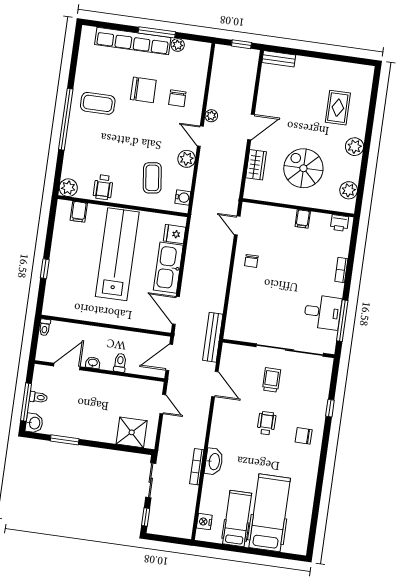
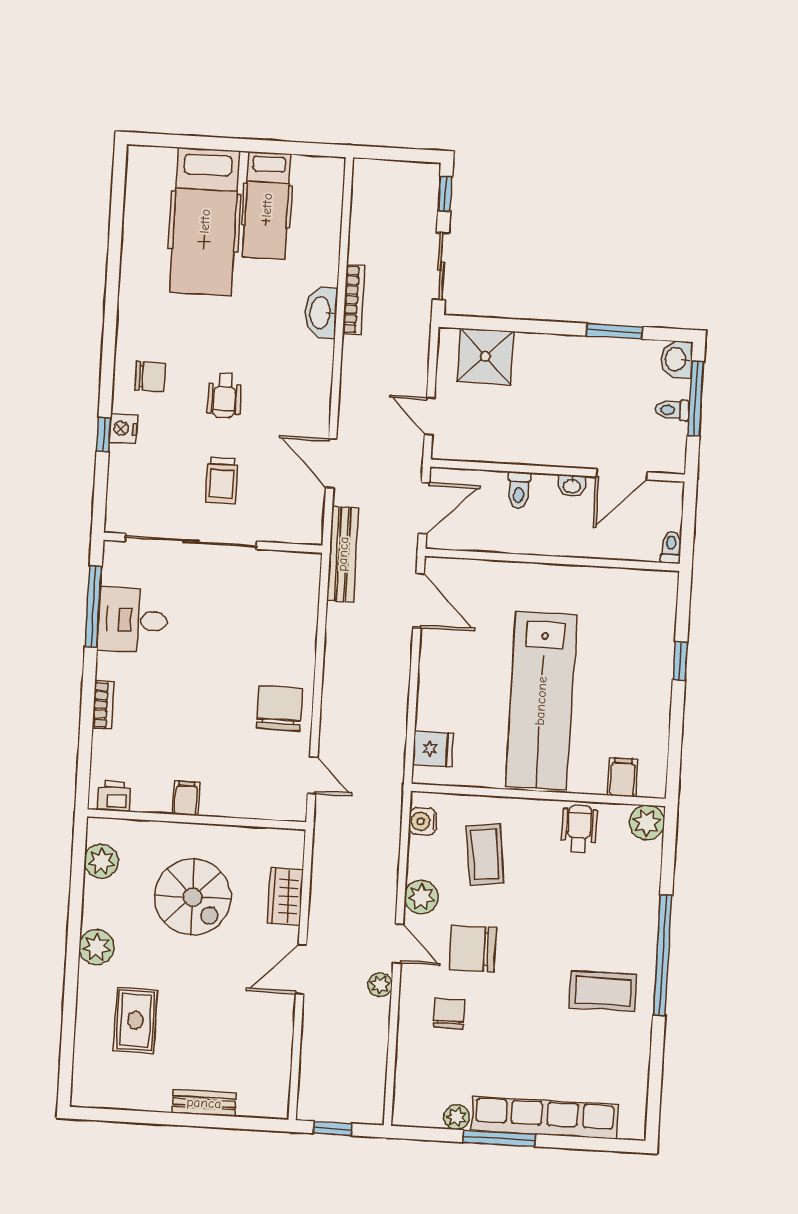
bench: (279, 59) -> (204, 1103), moved
chair: (143, 90) -> (473, 949), moved
chair: (251, 261) -> (279, 709), width x1.87, depth x1.87
kitchen sink: (168, 268) -> (440, 683), removed
nightstand: (204, 522) -> (123, 429), moved, turned 180

